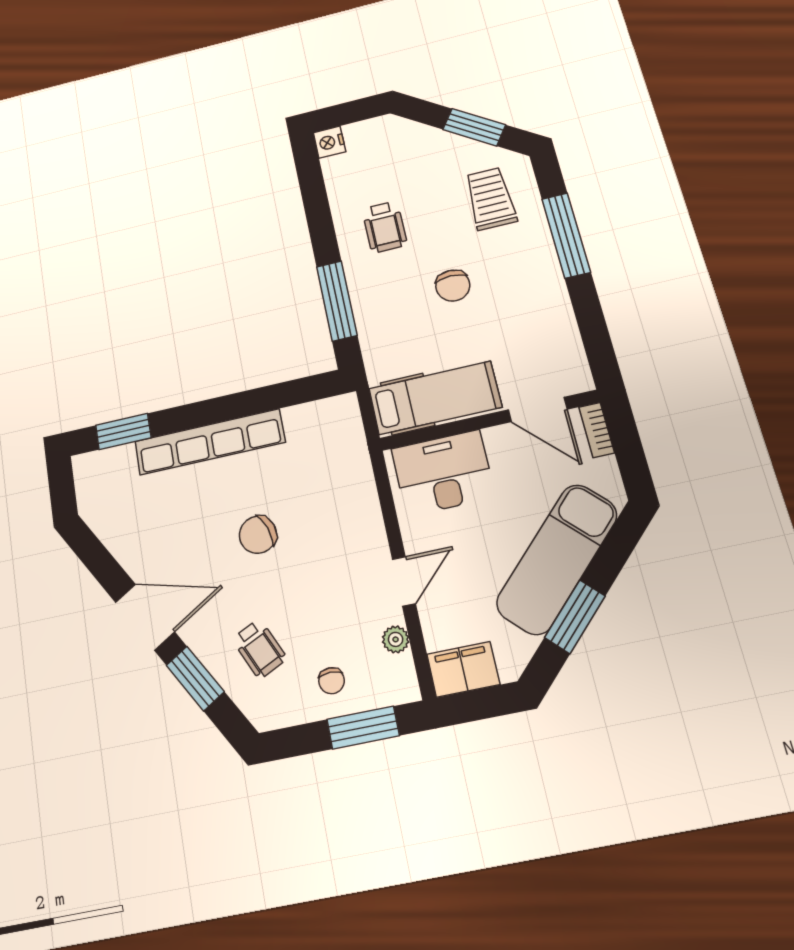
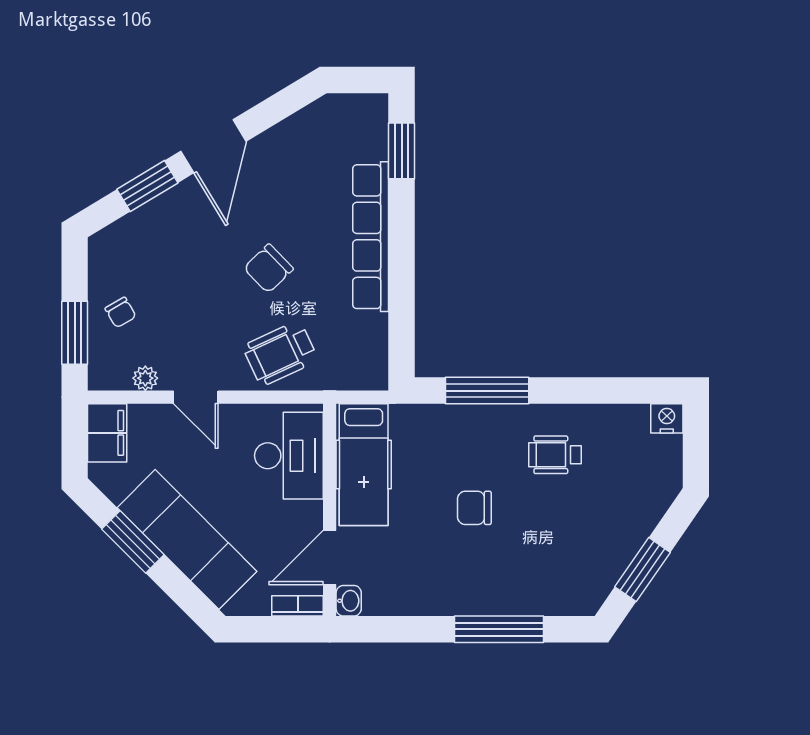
trolley: (490, 199) -> (558, 566), removed
washbasin: (577, 381) -> (349, 601), added
chair: (258, 535) -> (268, 269), turned -115
wheelchair: (259, 649) -> (280, 353), moved, width x1.36, depth x1.37
chair: (332, 681) -> (121, 312), turned -120

